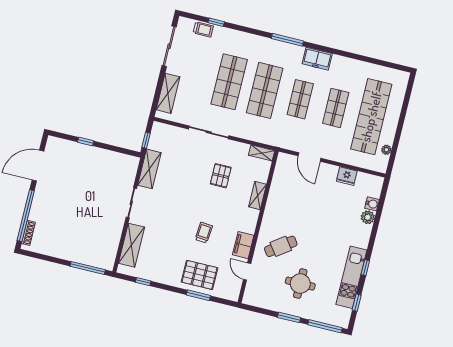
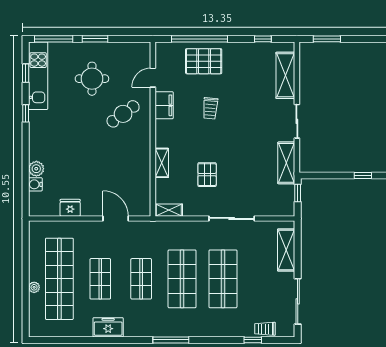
freezer: (317, 59) -> (108, 327), moved
plant: (386, 150) -> (34, 287), moved
window: (88, 268) -> (327, 39), width x0.69
door: (247, 271) -> (153, 78), swing flipped
kitchen unit: (351, 277) -> (38, 76), moved
window: (198, 295) -> (199, 39), width x2.11

